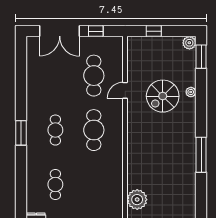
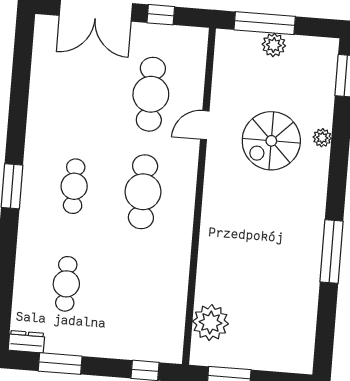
window: (154, 31) -> (265, 23), width x2.17
plant: (189, 43) -> (274, 45), moved

